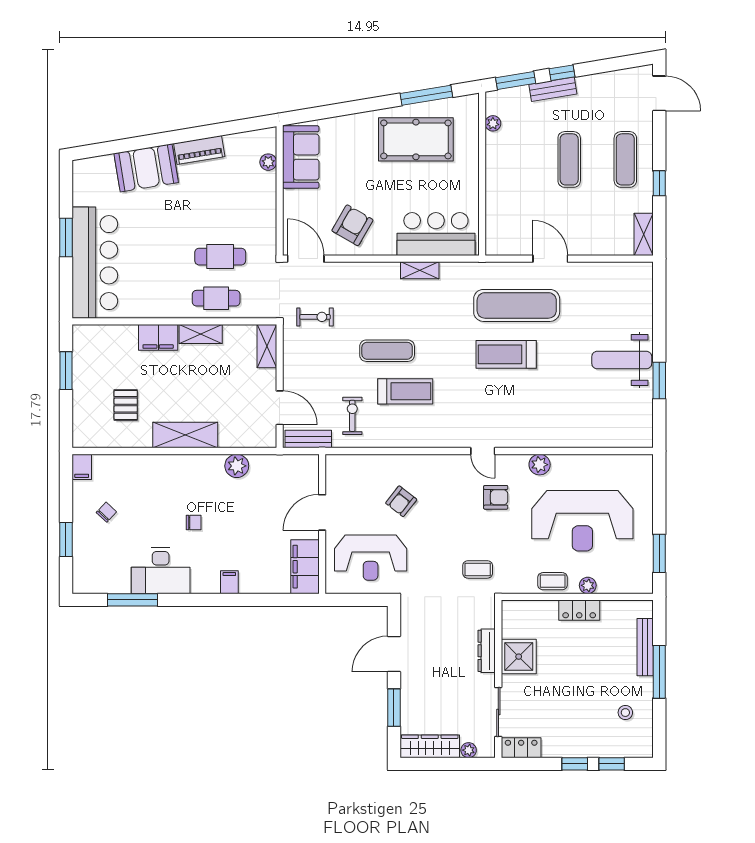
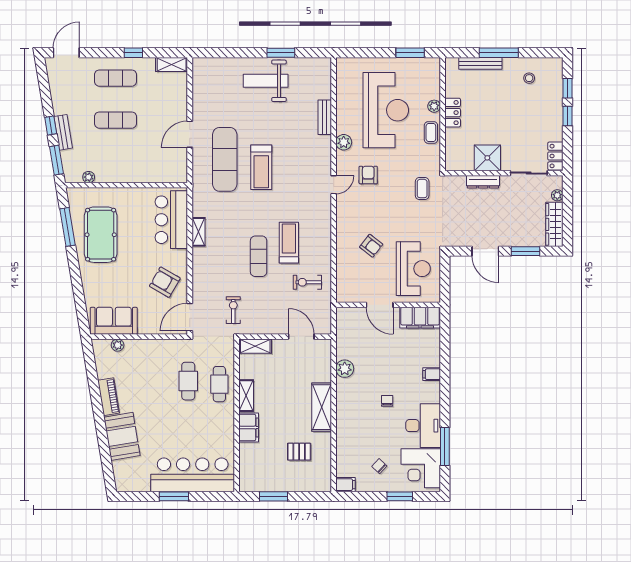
weight bench: (622, 360) -> (266, 81), turned 90
door: (280, 408) -> (301, 337), hinge flipped
bench: (308, 439) -> (325, 117), moved
corner desk: (103, 568) -> (421, 468), added

